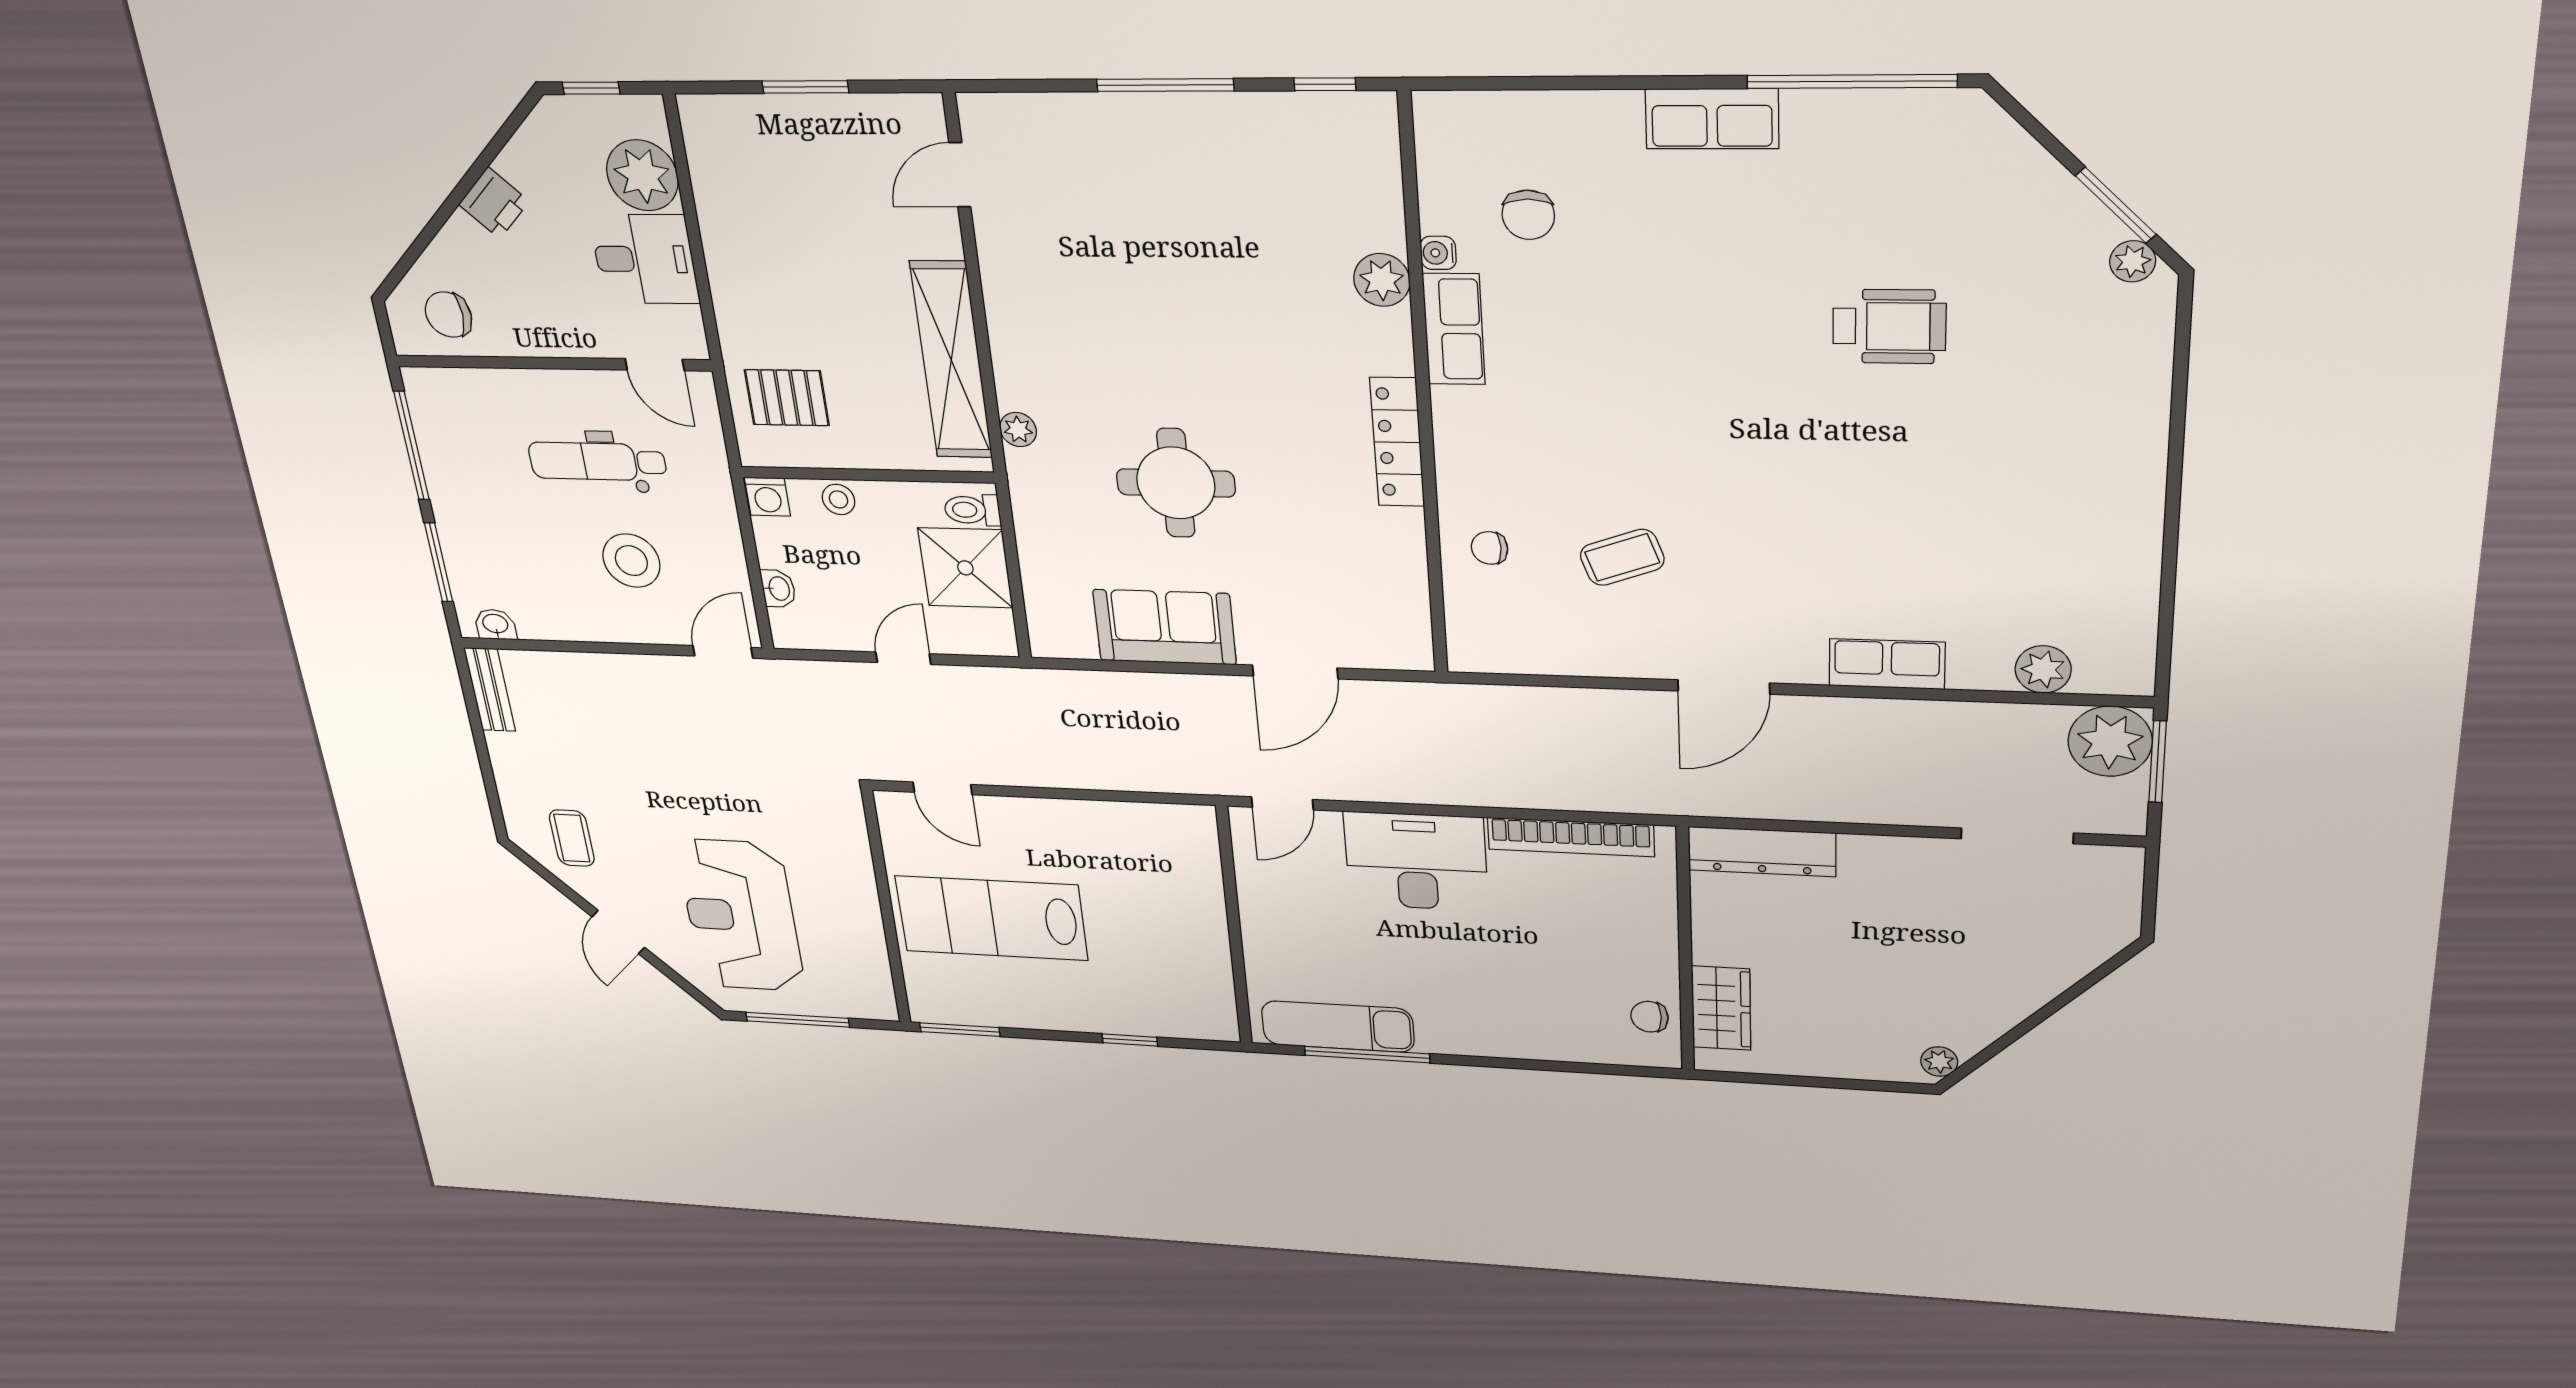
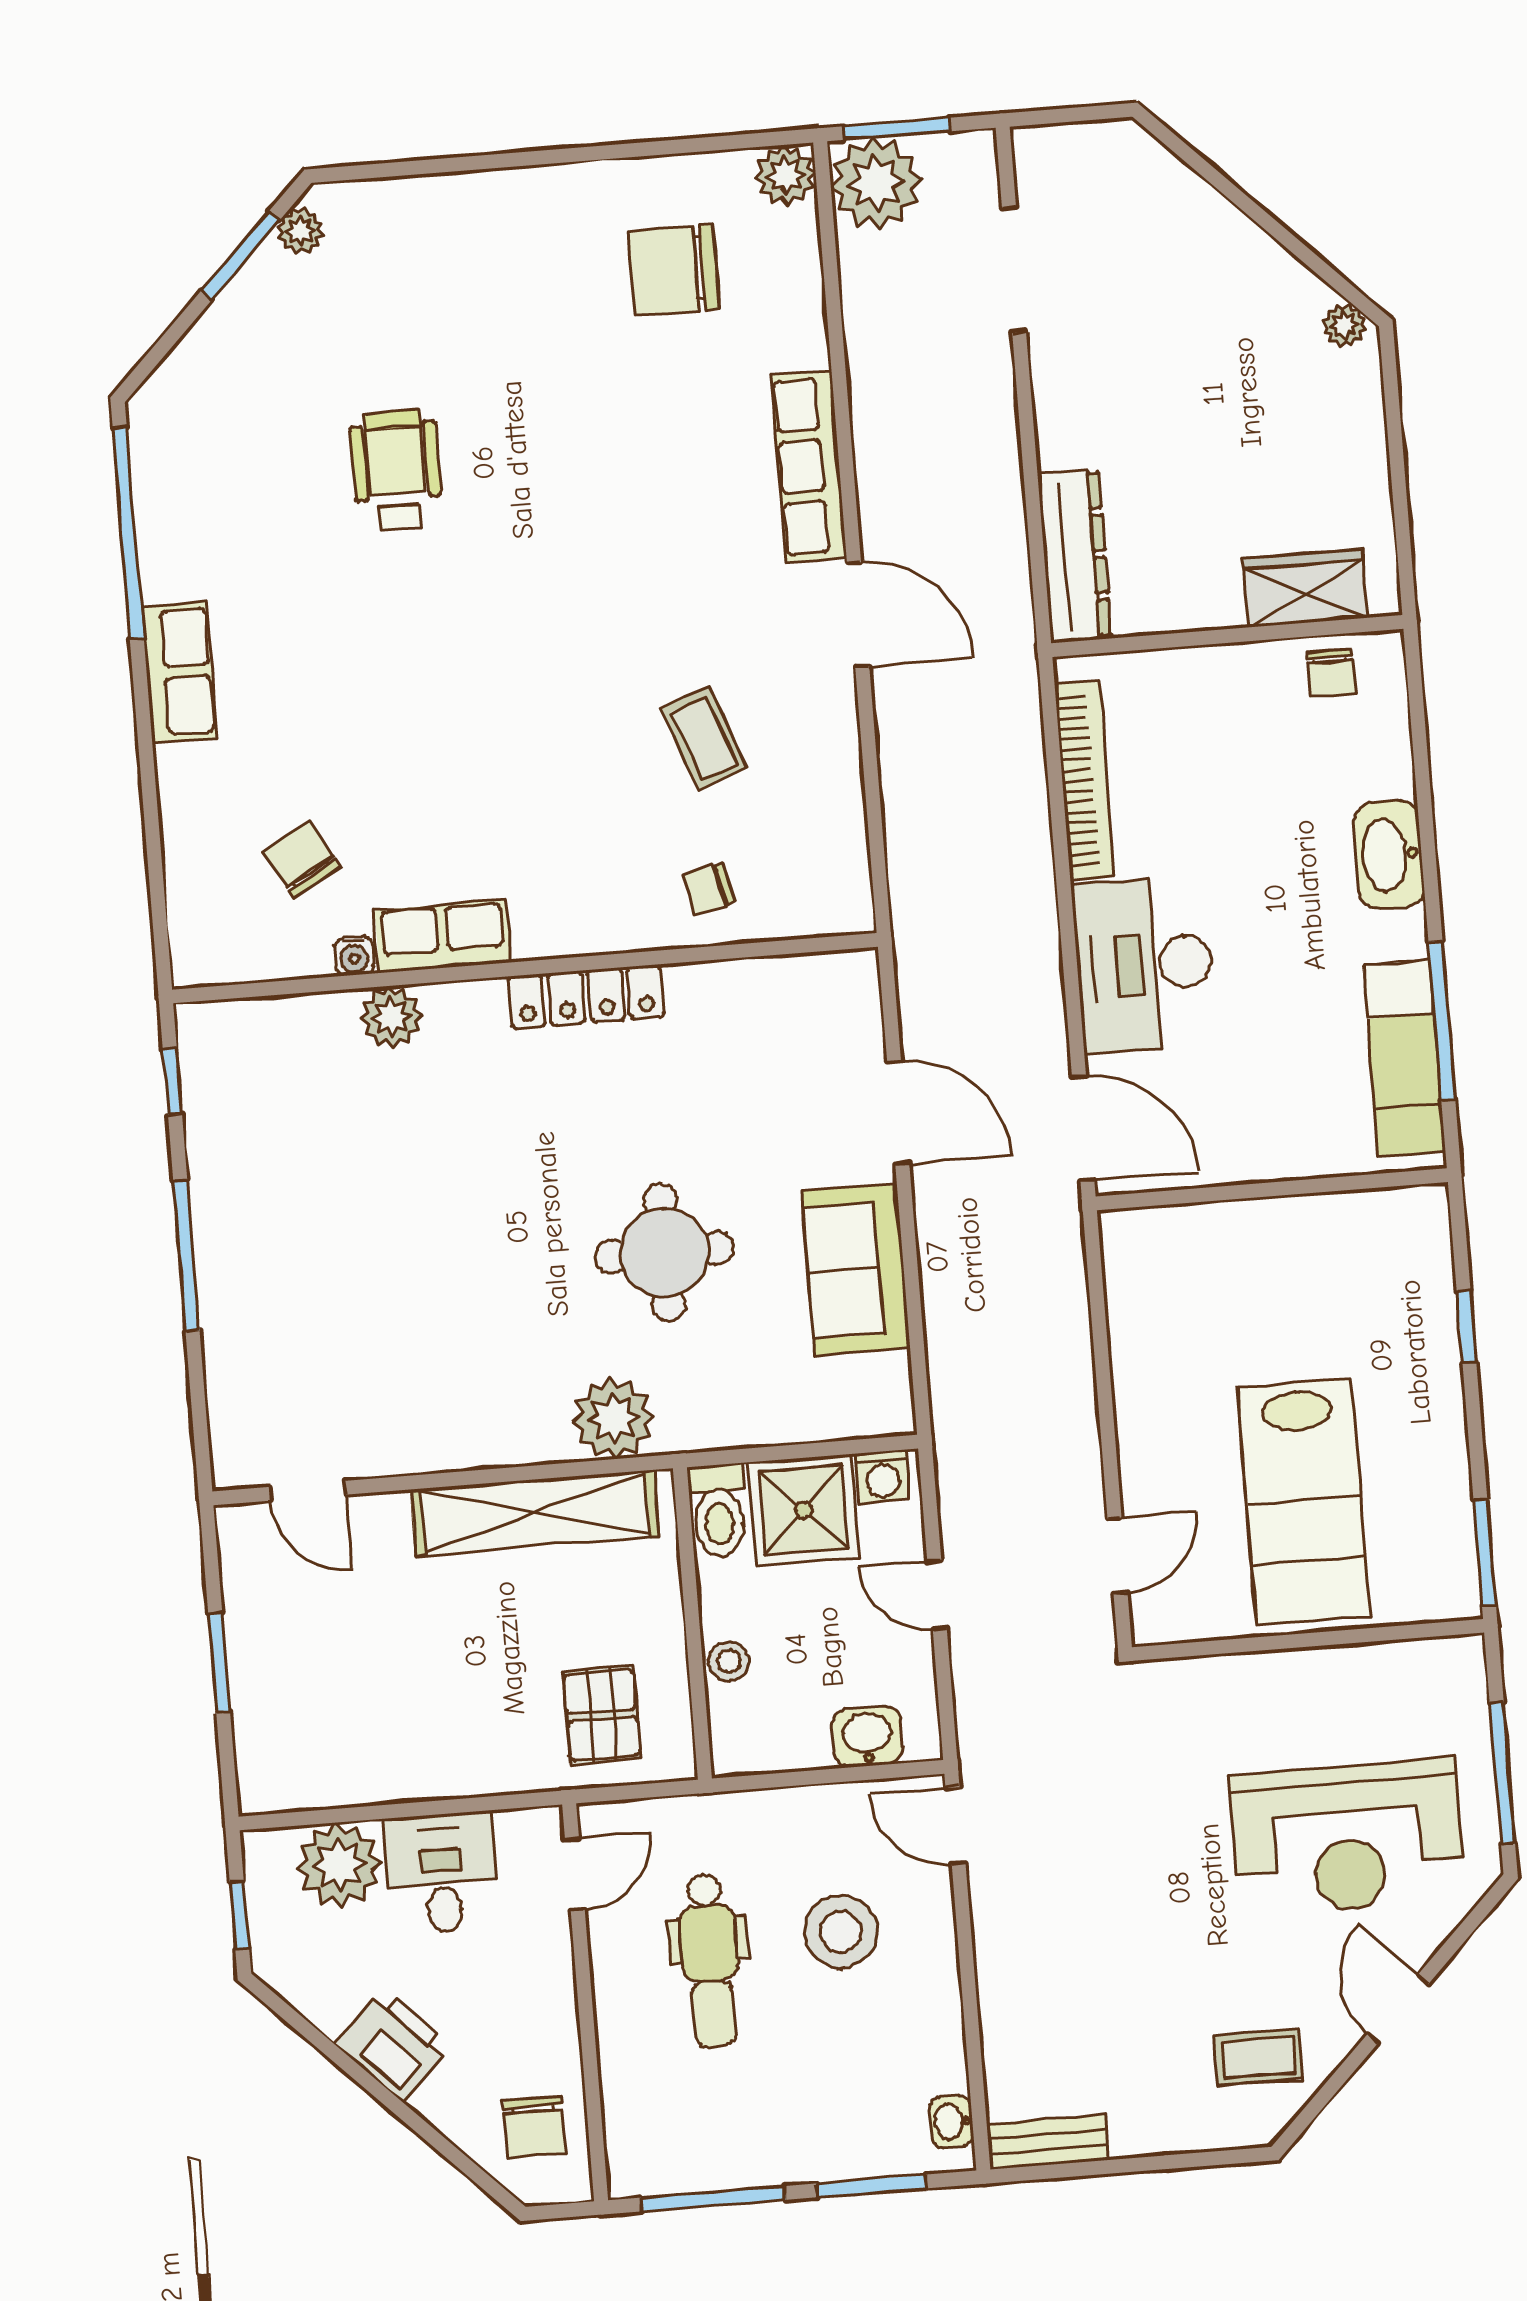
printer: (494, 203) -> (393, 2045), width x1.36, depth x1.24
chair: (1528, 215) -> (302, 859), turned -119
plant: (1018, 430) -> (613, 1418), width x1.88, depth x1.88
washing machine: (767, 497) -> (883, 1477), moved, turned 90
toilet: (972, 510) -> (719, 1511), width x1.37, depth x1.39
chair: (1490, 548) -> (709, 889), turned 77
chair: (2052, 575) -> (674, 270), added
washbasin: (778, 589) -> (867, 1737), width x1.38, depth x1.45
row of seats: (1887, 664) -> (809, 466), width x1.48
plant: (2043, 669) -> (786, 175), moved
door: (1282, 803) -> (1083, 1128), width x1.38
door: (618, 932) -> (1398, 2009), swing flipped
washbasin: (1500, 1037) -> (1389, 855), added

